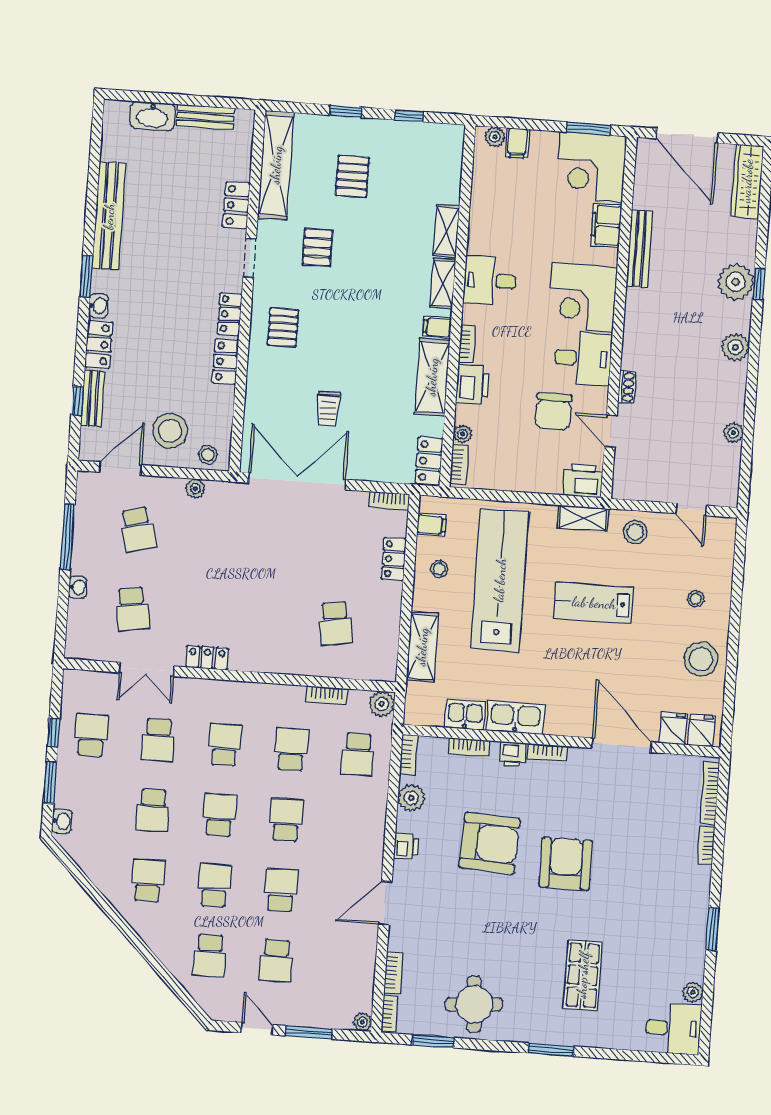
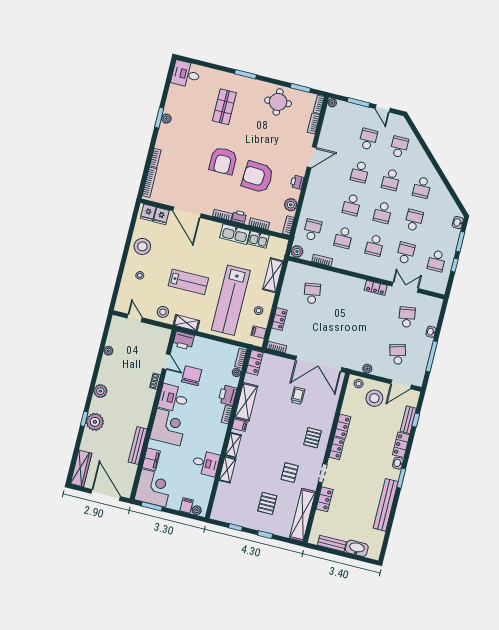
desk: (490, 280) -> (206, 463), moved
plant: (693, 992) -> (166, 119), moved

